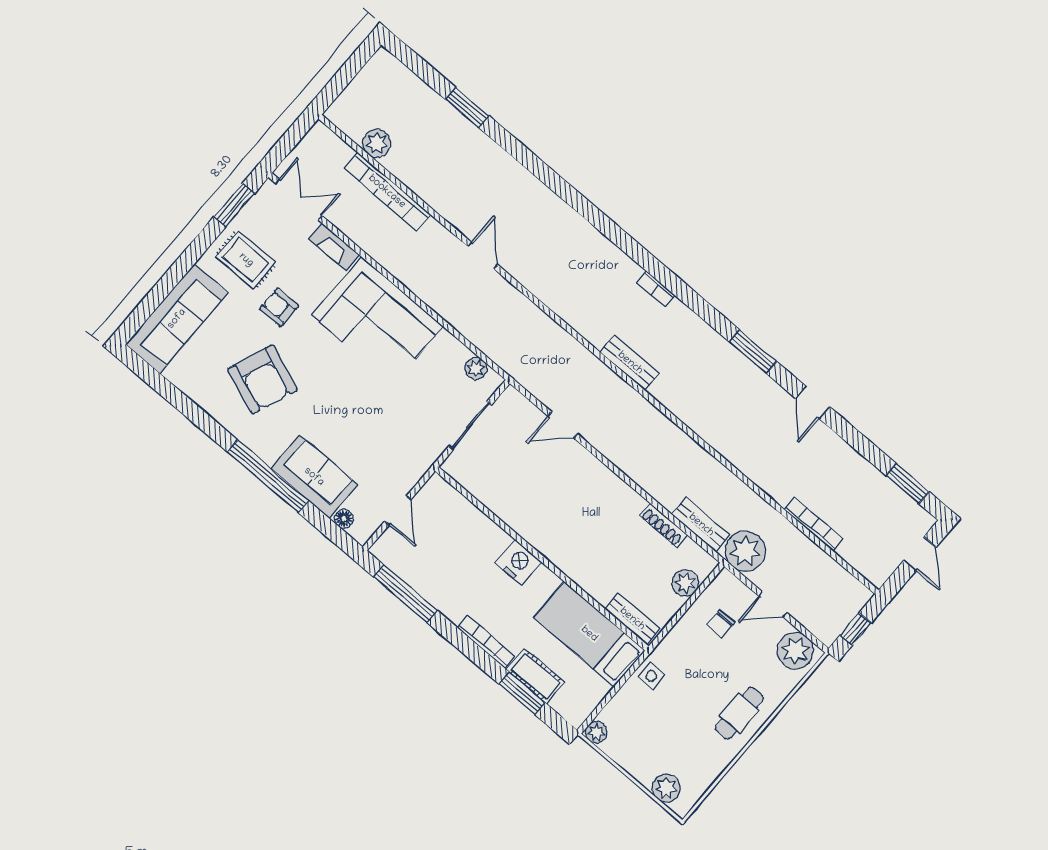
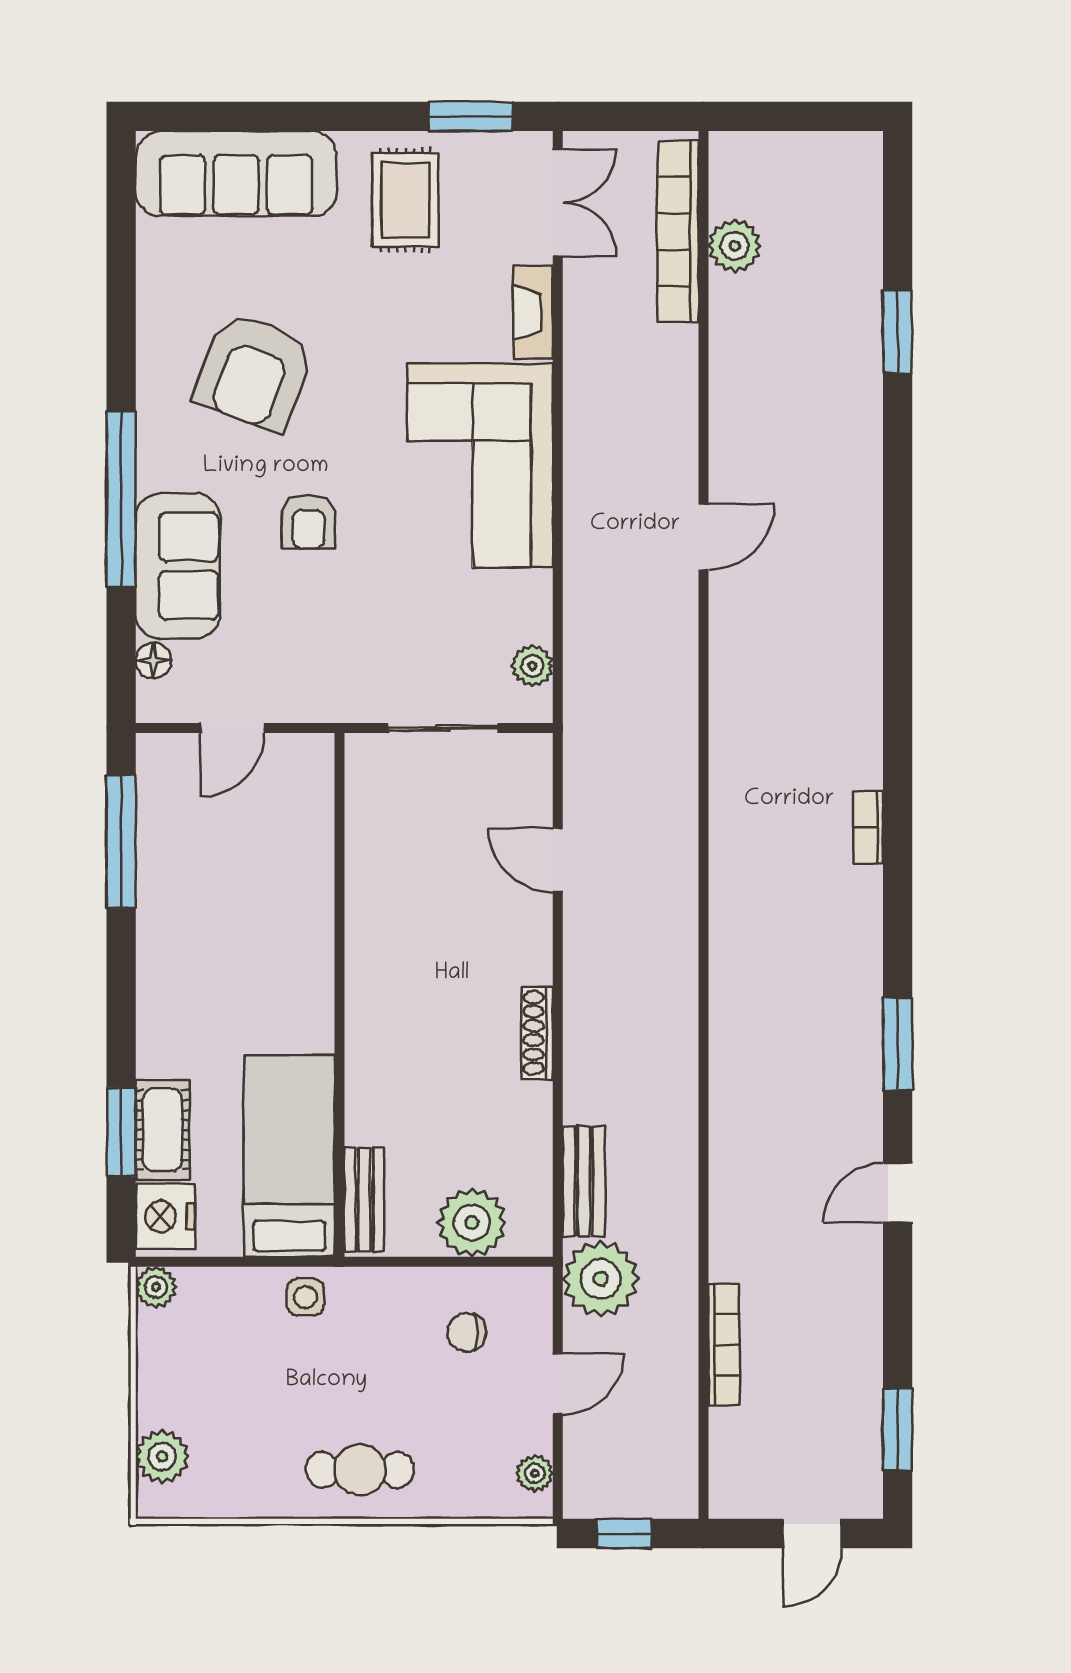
bookcase: (387, 192) -> (678, 231), moved
armchair: (279, 307) -> (308, 522), moved, turned 180
bench: (630, 363) -> (730, 881), removed
shoe rack: (663, 525) -> (537, 1033), moved
nightstand: (518, 563) -> (165, 1216), moved, turned 180
plant: (685, 583) -> (472, 1223), width x1.36, depth x1.36
door: (773, 604) -> (558, 1384), swing flipped
bookcase: (486, 642) -> (151, 1017), removed
plant: (795, 651) -> (535, 1473), width x0.53, depth x0.53

